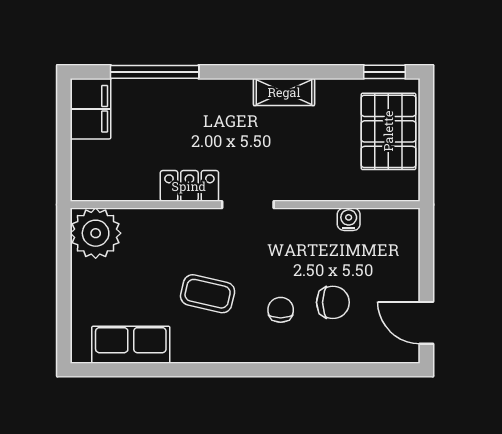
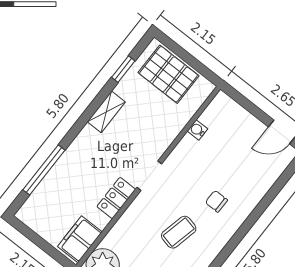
window: (385, 72) -> (123, 69), moved
filing cabinet: (91, 109) -> (80, 239), moved, turned -90
chair: (333, 302) -> (234, 172), removed

